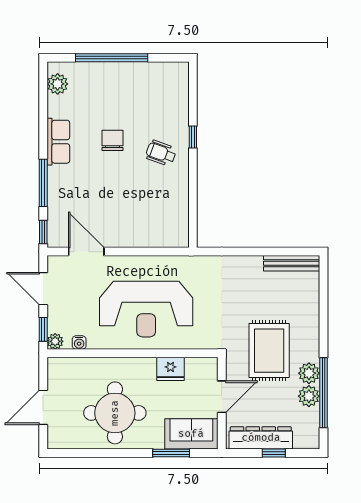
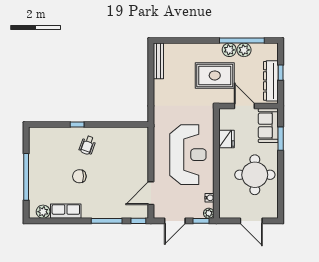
row of seats: (58, 142) -> (66, 211), moved

